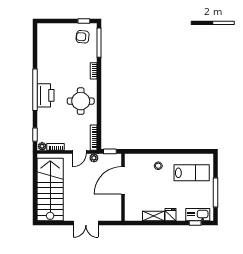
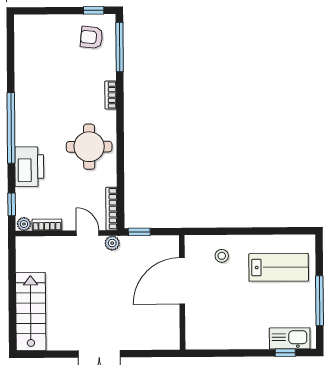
printer: (45, 95) -> (29, 167), moved
door: (79, 152) -> (88, 233), swing flipped
door: (123, 180) -> (182, 281), moved
wall: (123, 187) -> (182, 292), moved
stairs: (50, 189) -> (31, 312), width x0.73, depth x0.66
fridge: (171, 215) -> (243, 339), removed
shelving: (154, 216) -> (214, 341), removed

